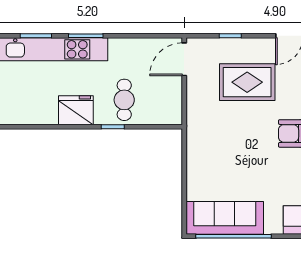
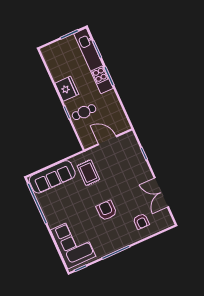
door: (184, 59) -> (107, 140), moved
rug: (247, 82) -> (88, 173), moved, width x0.73, depth x0.70
sofa: (225, 218) -> (52, 177), moved, turned 90

